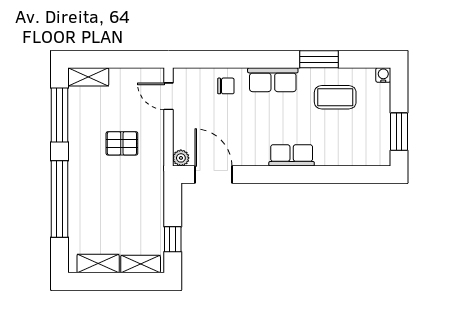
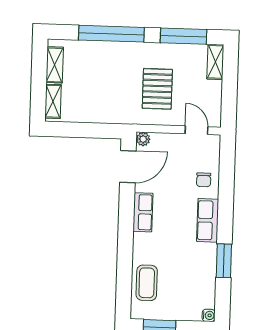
door: (169, 96) -> (196, 130), hinge flipped
coffee table: (335, 97) -> (147, 283), moved
pallet: (122, 143) -> (157, 89), width x1.50, depth x1.42
row of seats: (292, 155) -> (143, 212), moved
window: (173, 239) -> (73, 130), removed

